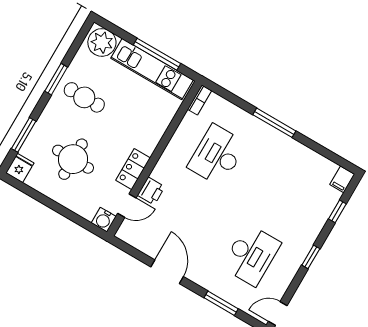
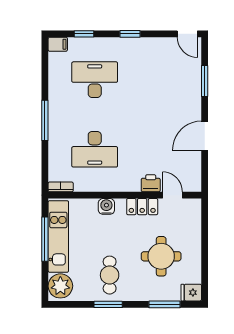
water cooler: (104, 220) -> (106, 206), moved, turned -90
desk: (251, 255) -> (95, 80), moved

